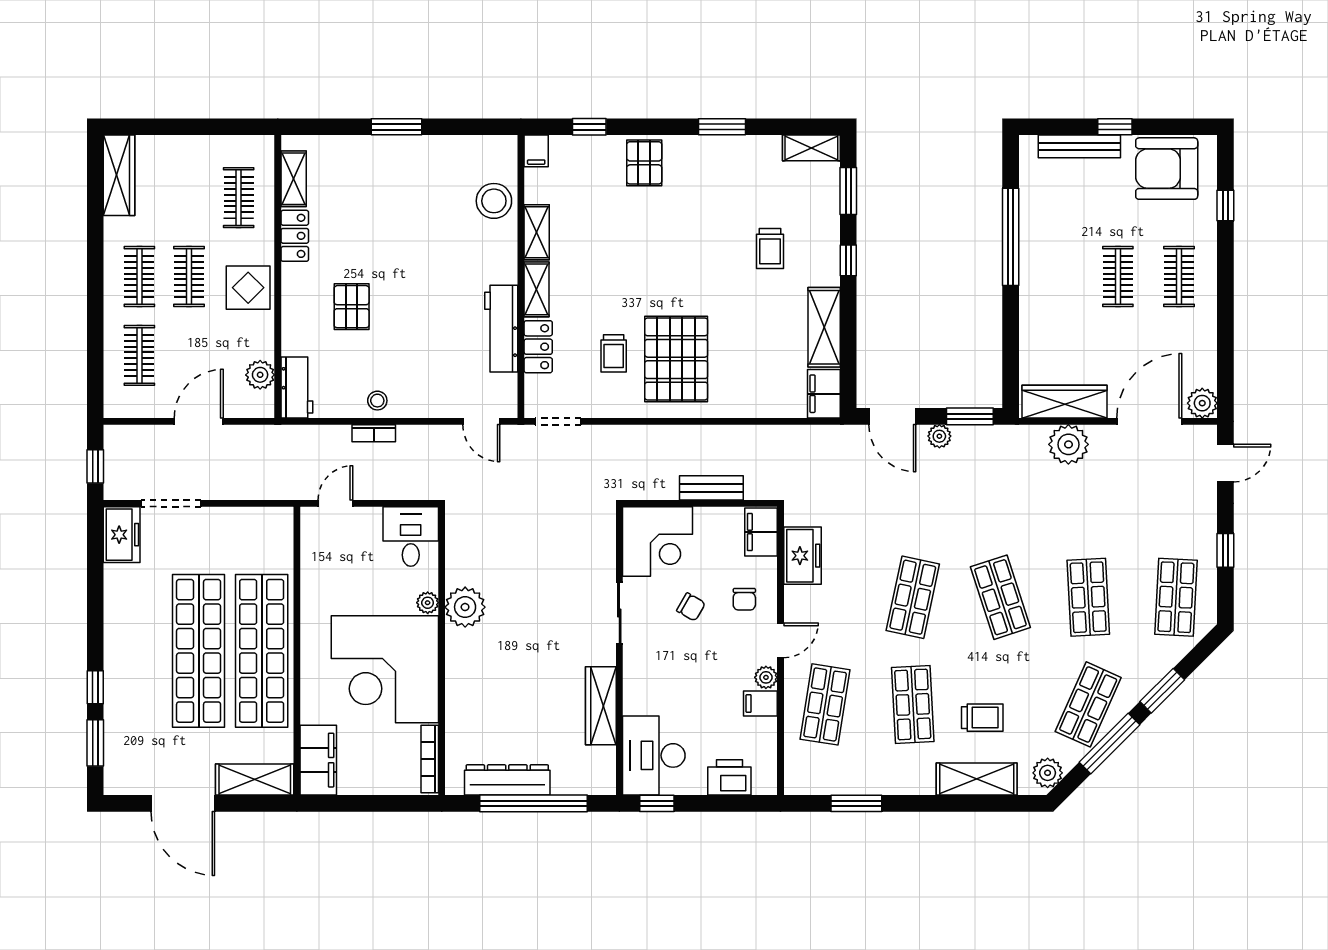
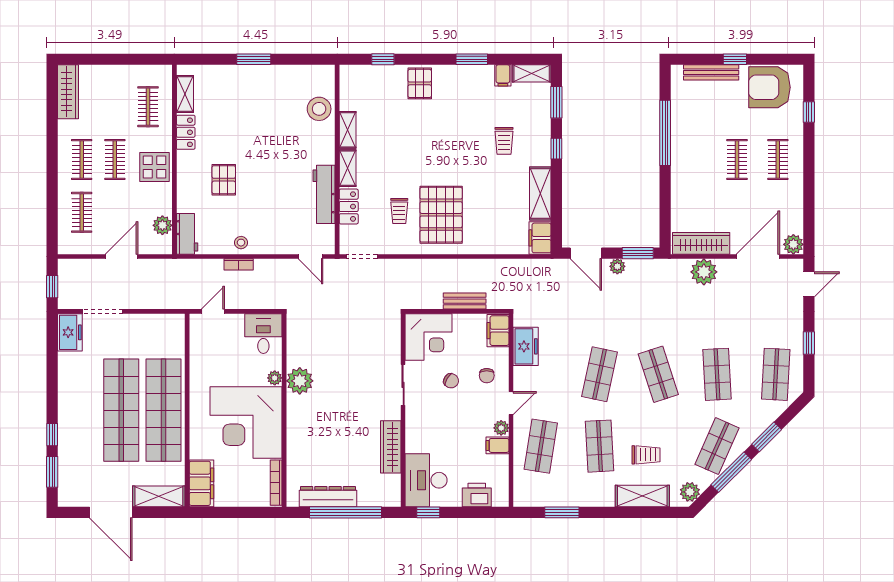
filing cabinet: (536, 151) -> (503, 75), moved

